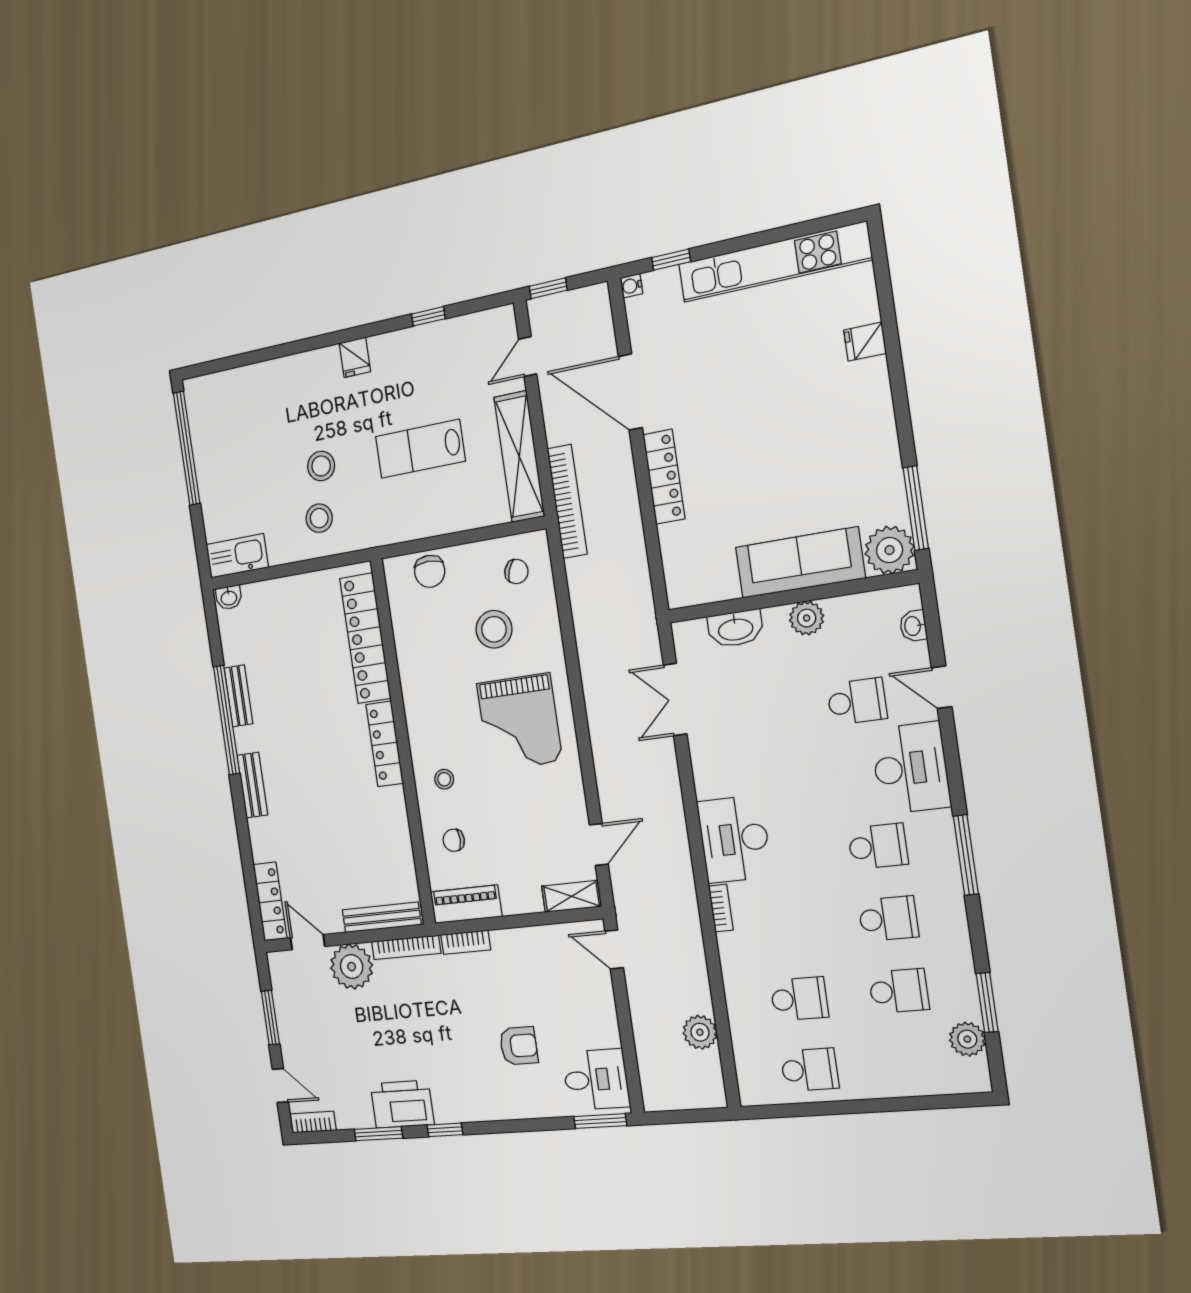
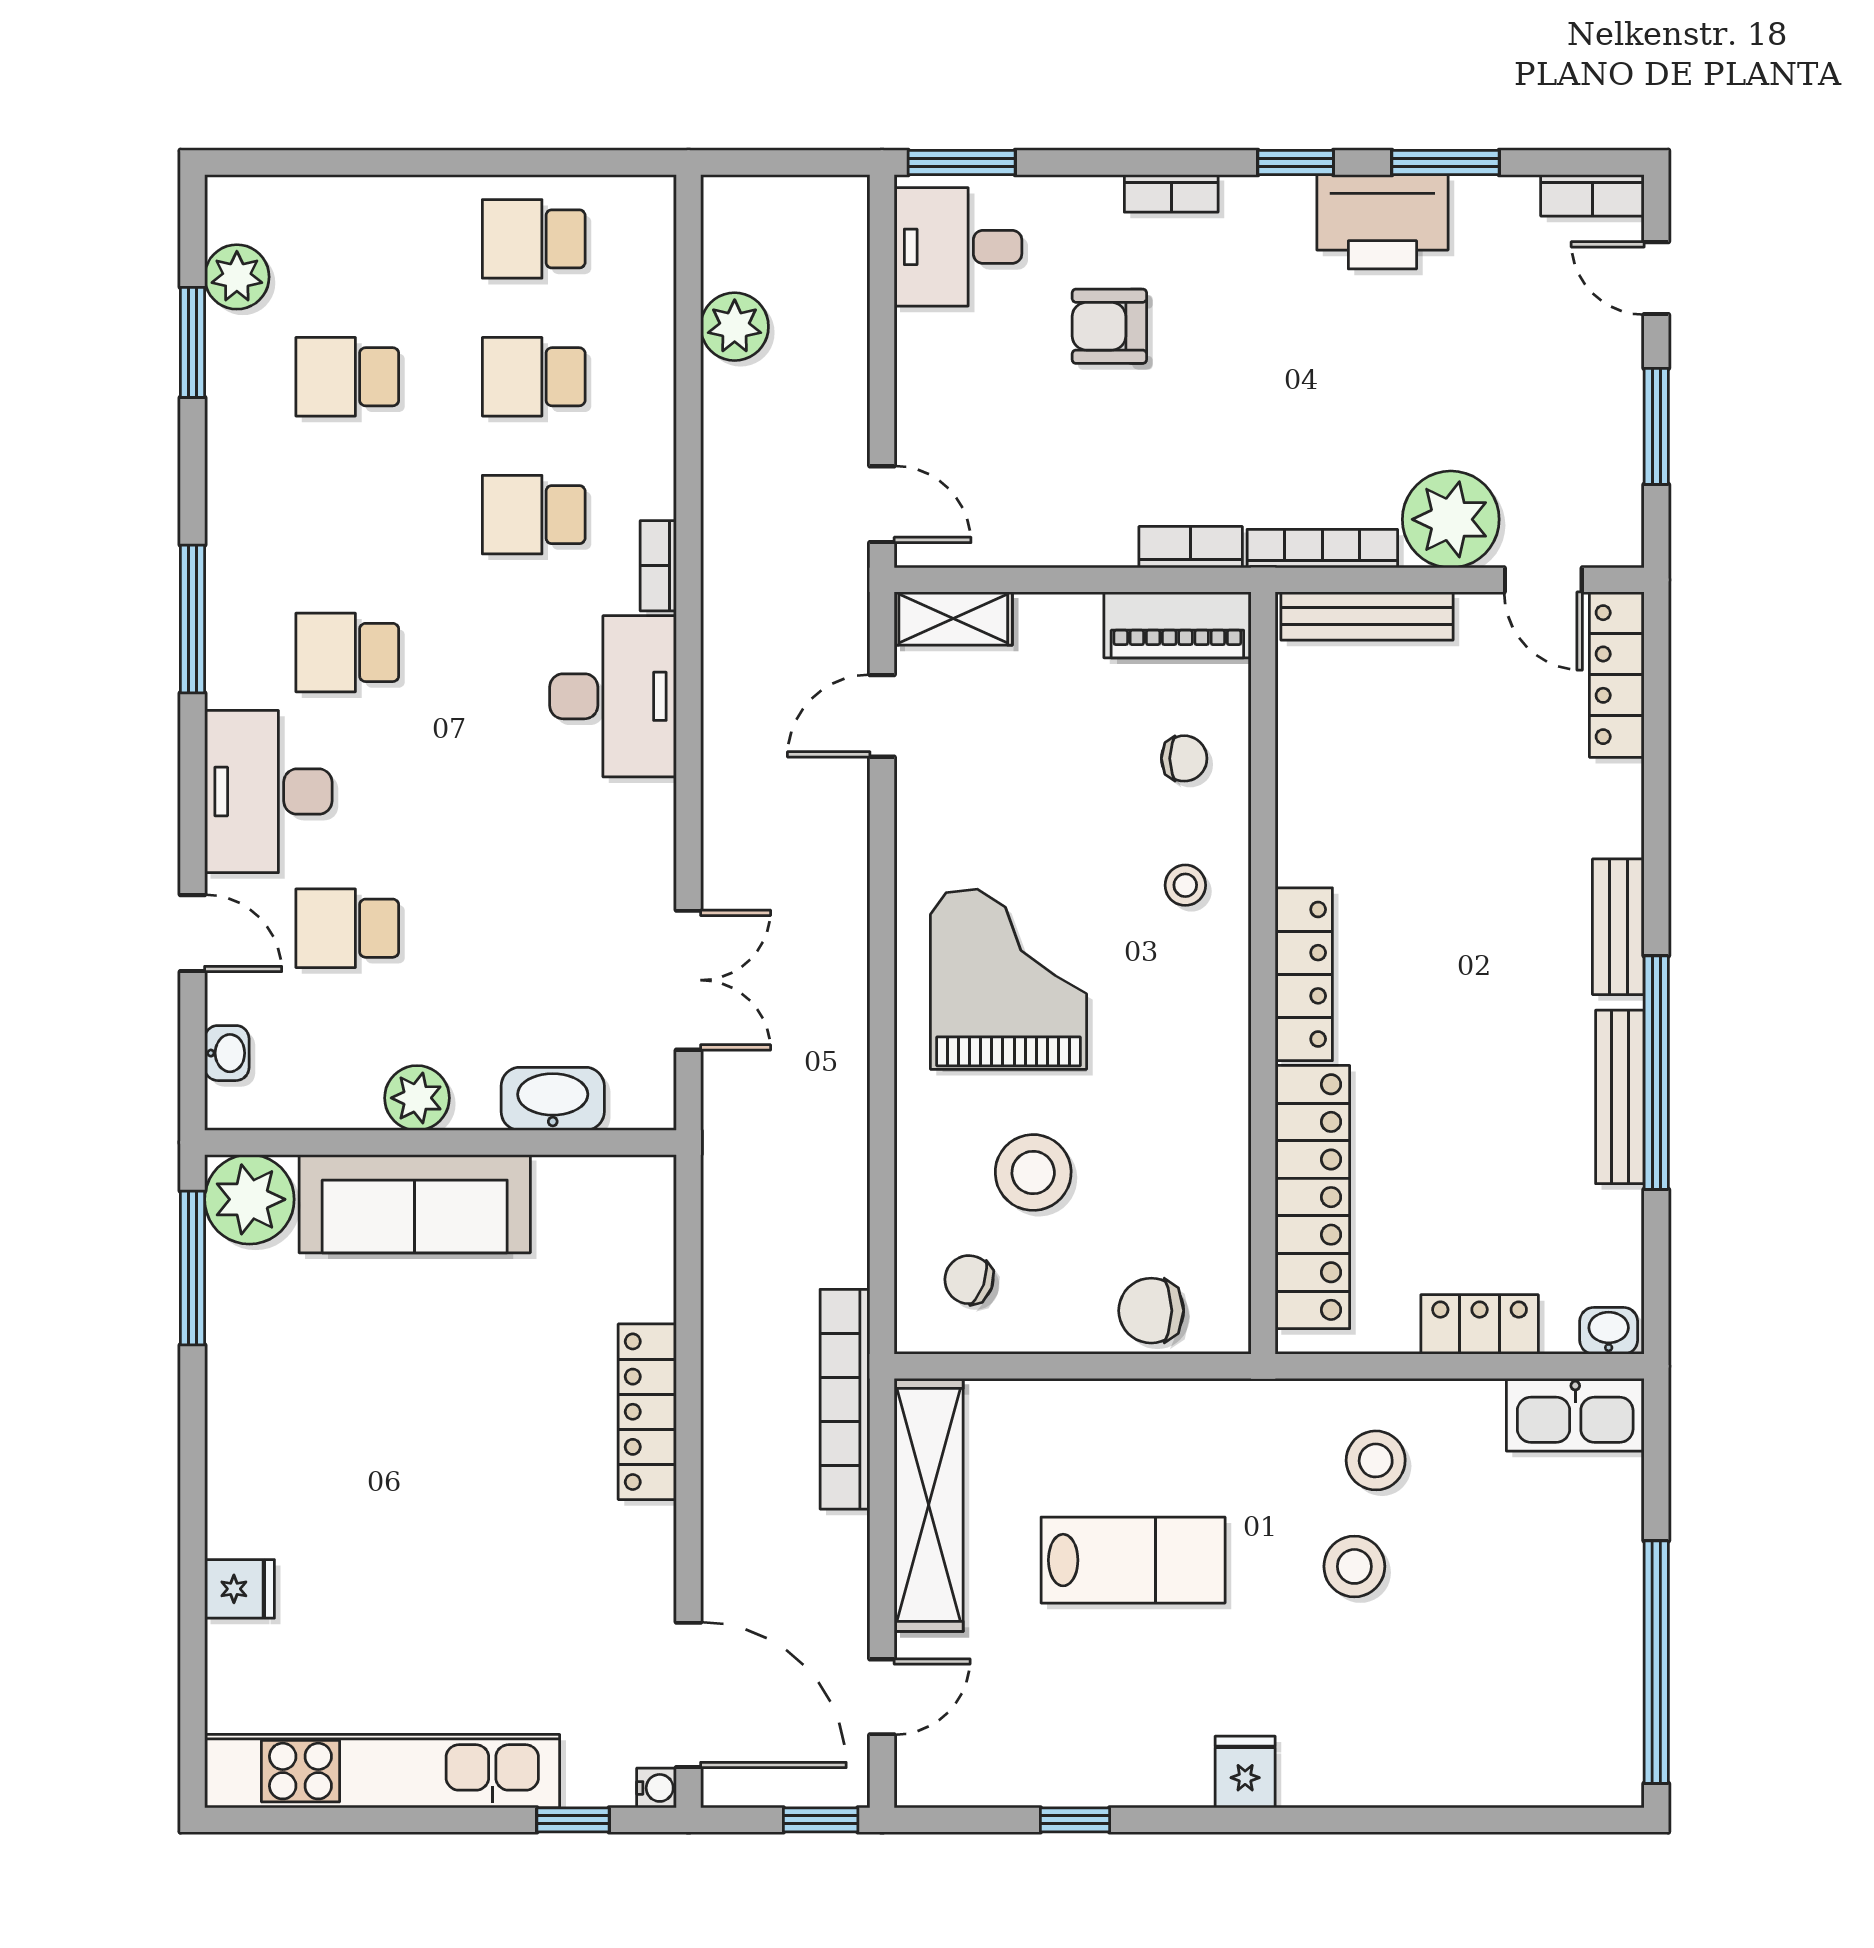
door: (630, 392) -> (688, 1695), moved
chair: (430, 571) -> (1151, 1311), turned -90
locker: (284, 591) -> (1480, 1324), added
bench: (238, 696) -> (1620, 1097), width x1.36
school desk: (888, 919) -> (534, 515), moved
bookcase: (499, 1112) -> (1171, 193), added

